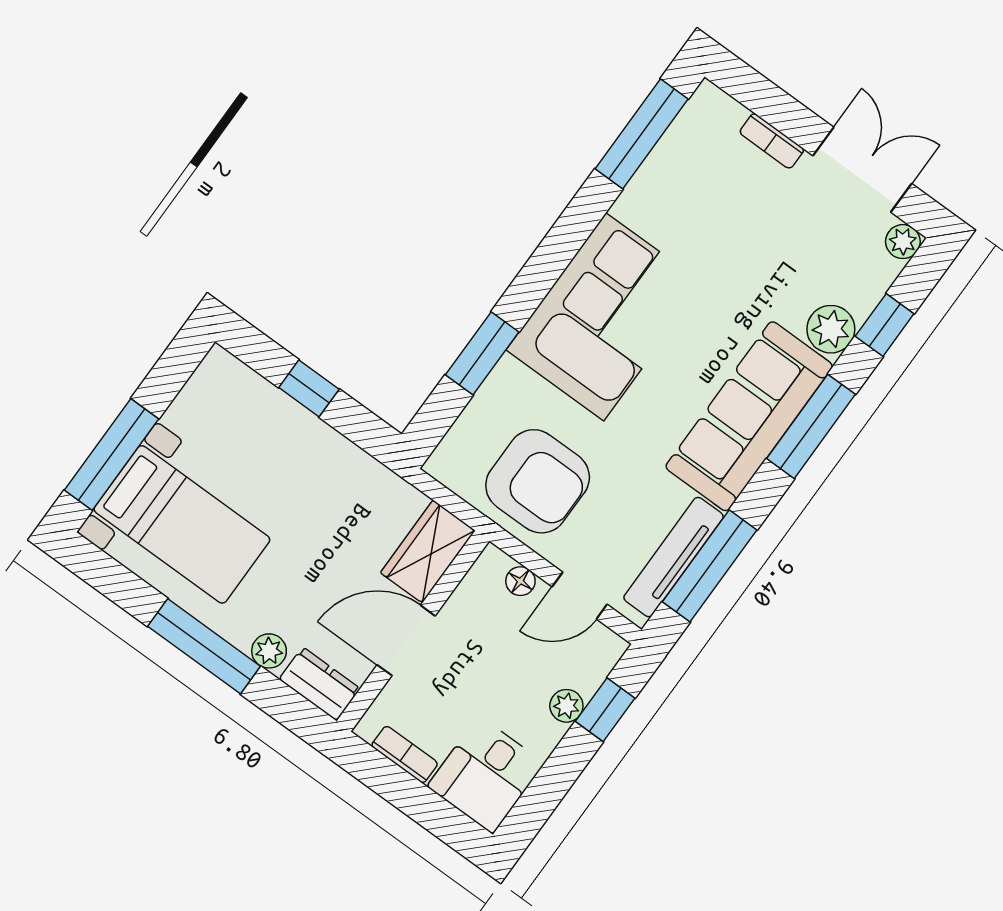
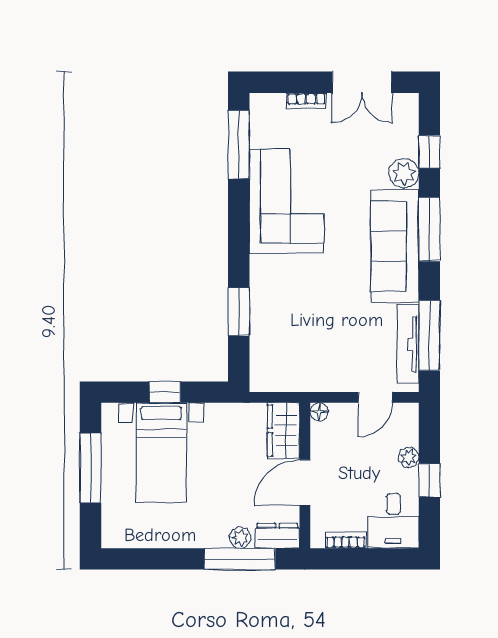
double door: (862, 170) -> (362, 82), swing flipped
plant: (903, 242) -> (408, 103), removed
corner sofa: (605, 317) -> (287, 201), moved
window: (112, 455) -> (90, 468), moved
armchair: (538, 481) -> (313, 356), removed
bed with nightstands: (182, 524) -> (161, 453), moved, turned 90
floor lamp: (520, 581) -> (319, 412), moved
window: (204, 646) -> (240, 559), moved
window: (605, 710) -> (429, 480), moved

